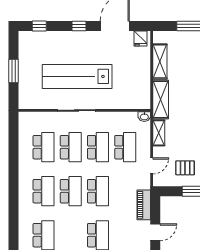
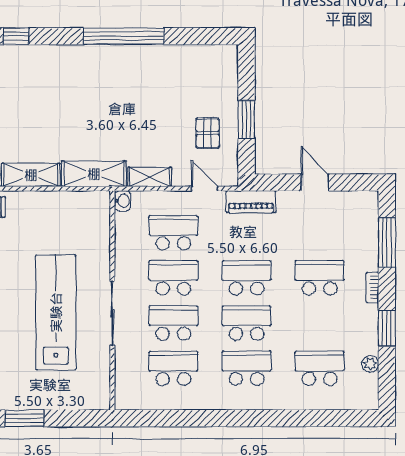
window: (13, 71) -> (24, 418), moved
lab bench: (77, 76) -> (56, 312), turned 180
piano: (144, 205) -> (251, 202), moved

